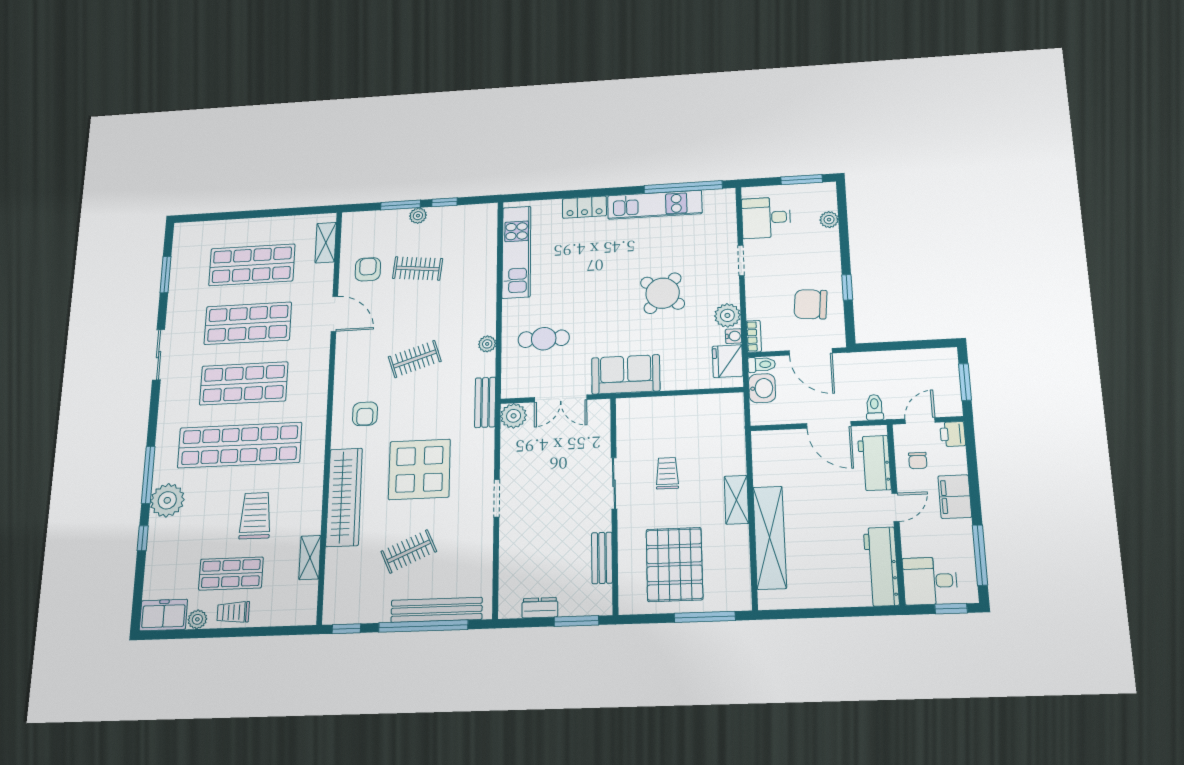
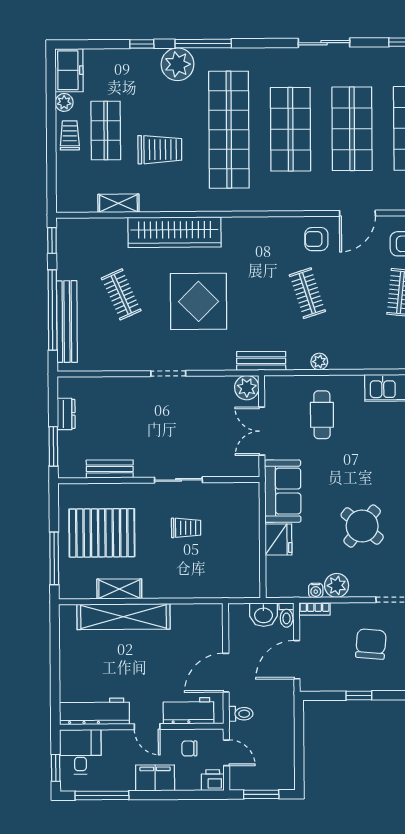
chair: (811, 304) -> (371, 644), moved
fridge: (728, 361) -> (278, 540), moved, turned 90
armchair: (365, 414) -> (316, 239), moved
shelving: (736, 500) -> (119, 589), moved

